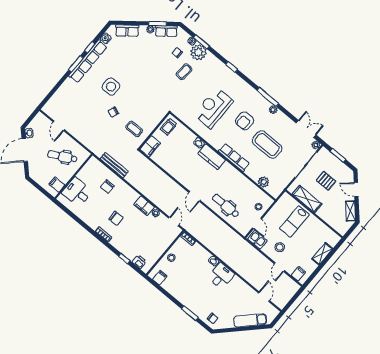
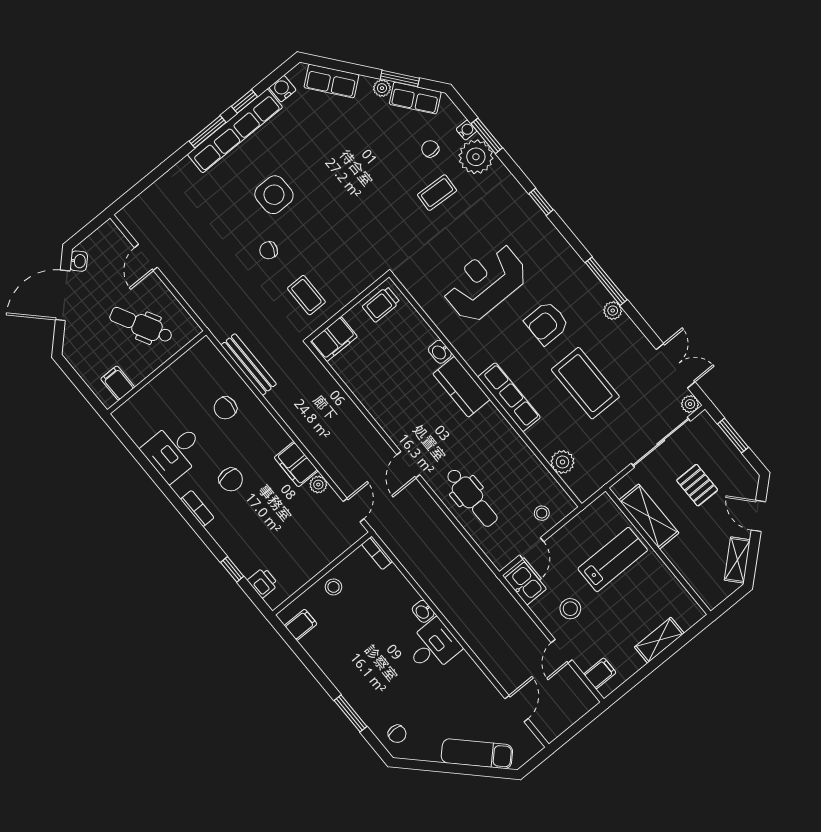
desk: (77, 192) -> (174, 451), moved, turned -90
dental chair: (226, 206) -> (472, 498), turned 180
lab bench: (294, 221) -> (613, 559), turned 180

